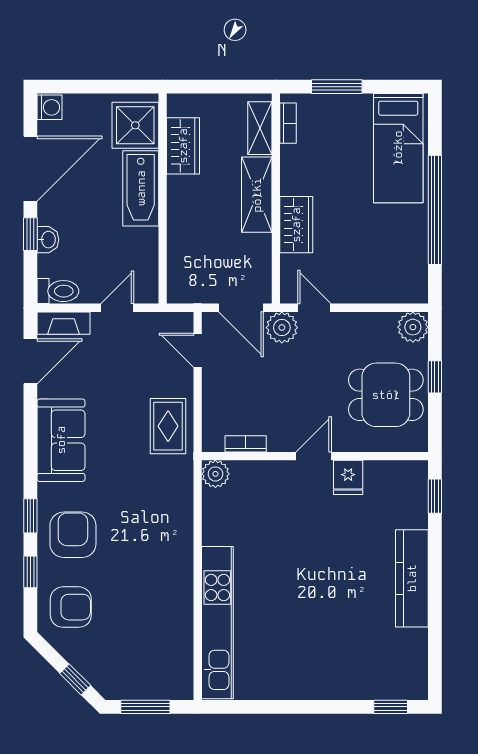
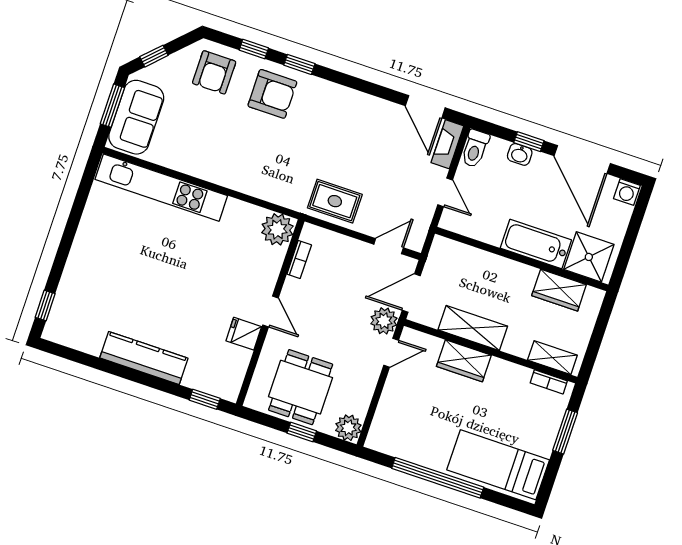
shelving: (257, 195) -> (473, 328), moved
sofa: (61, 440) -> (136, 117), moved, turned -90
plant: (215, 474) -> (277, 229), width x1.36, depth x1.36

